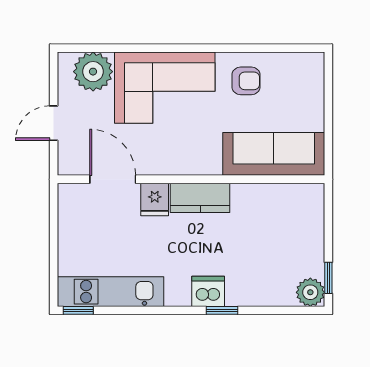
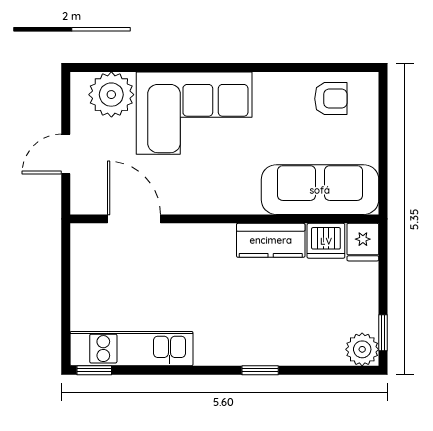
armchair: (246, 81) -> (331, 99), moved
kitchen counter: (200, 198) -> (271, 240), moved
fridge: (155, 199) -> (363, 242), moved
dishwasher: (208, 291) -> (326, 241), moved, turned 180

